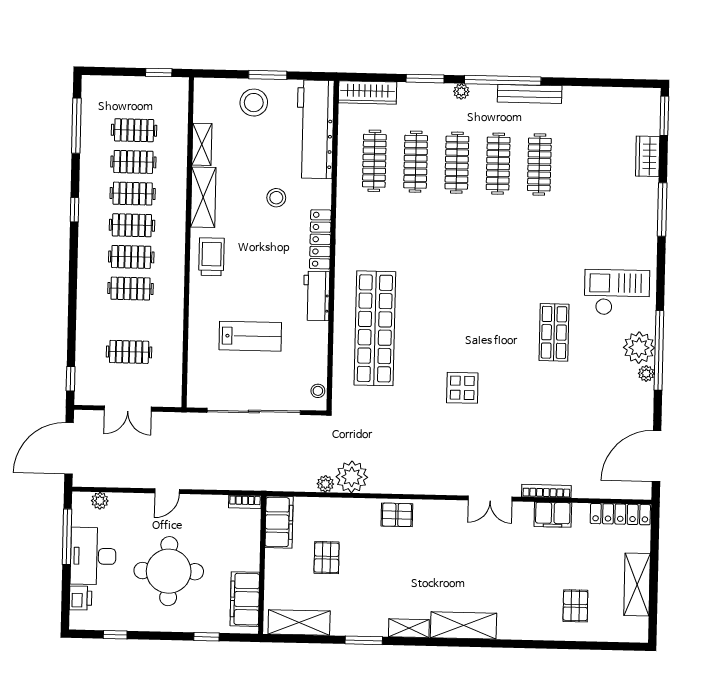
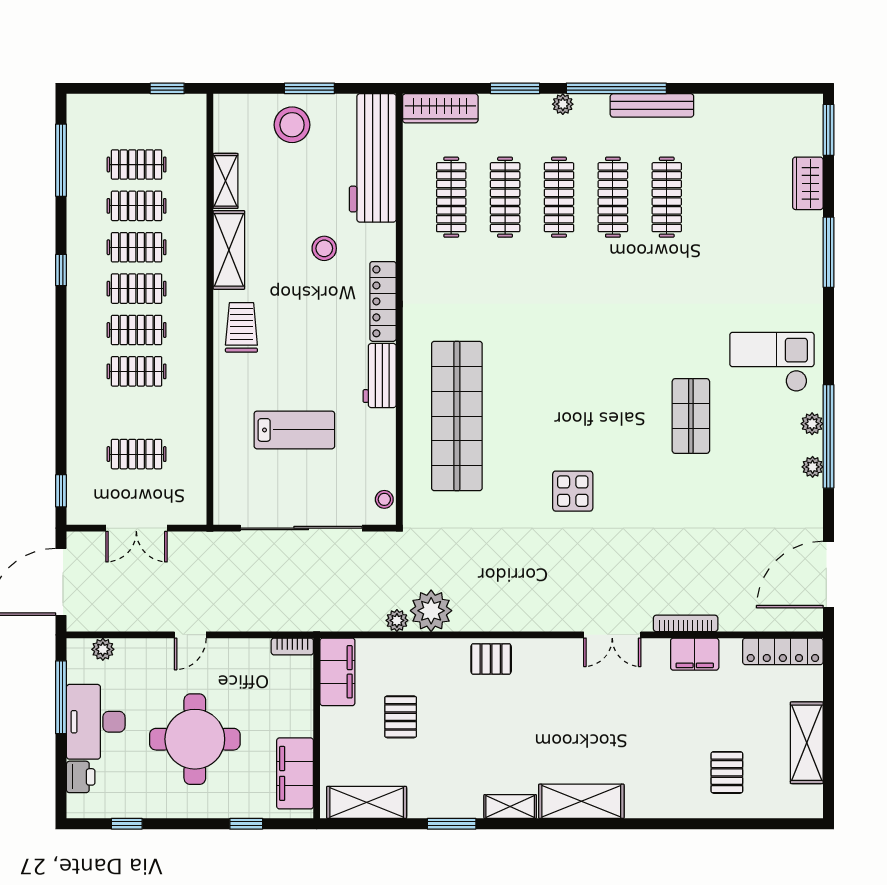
plant: (639, 348) -> (812, 424), width x0.53, depth x0.53

